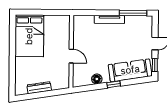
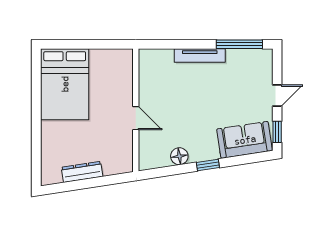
sofa: (130, 70) -> (245, 140), width x0.73

